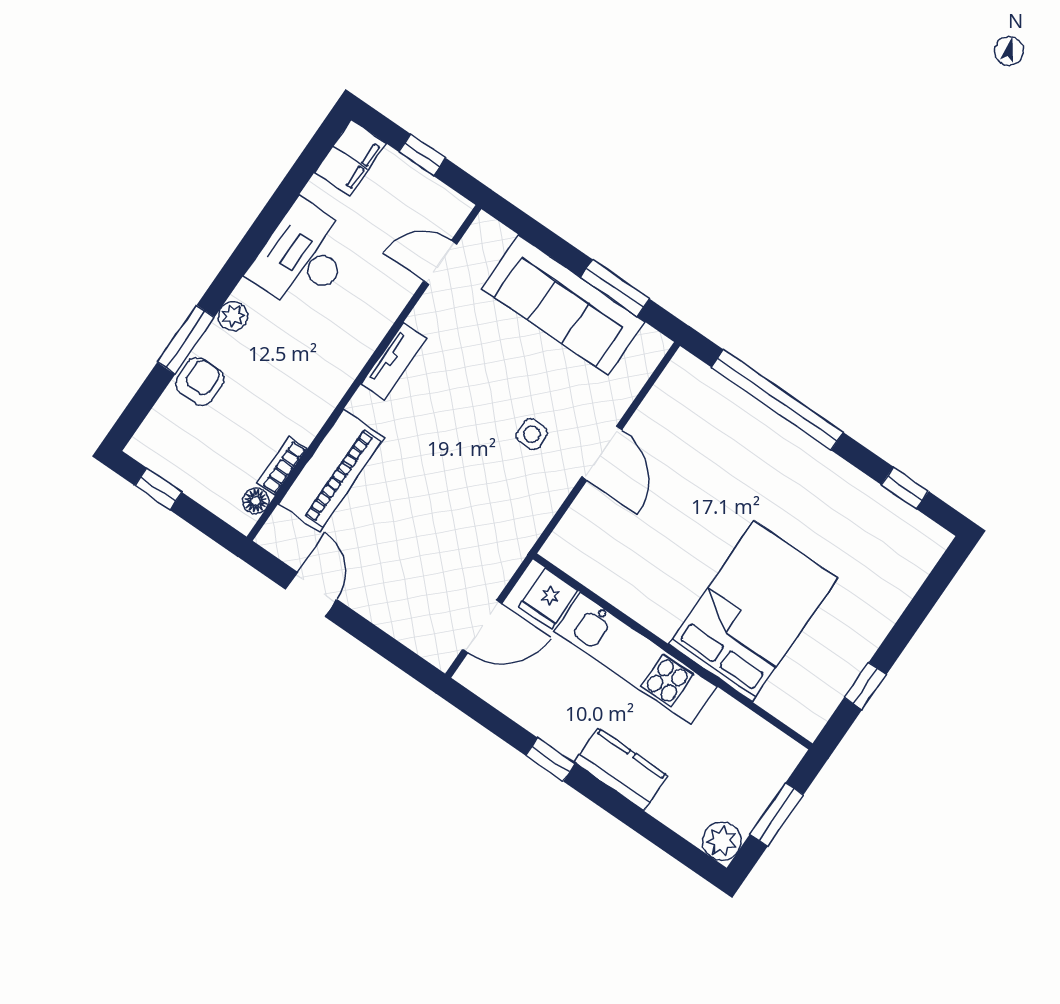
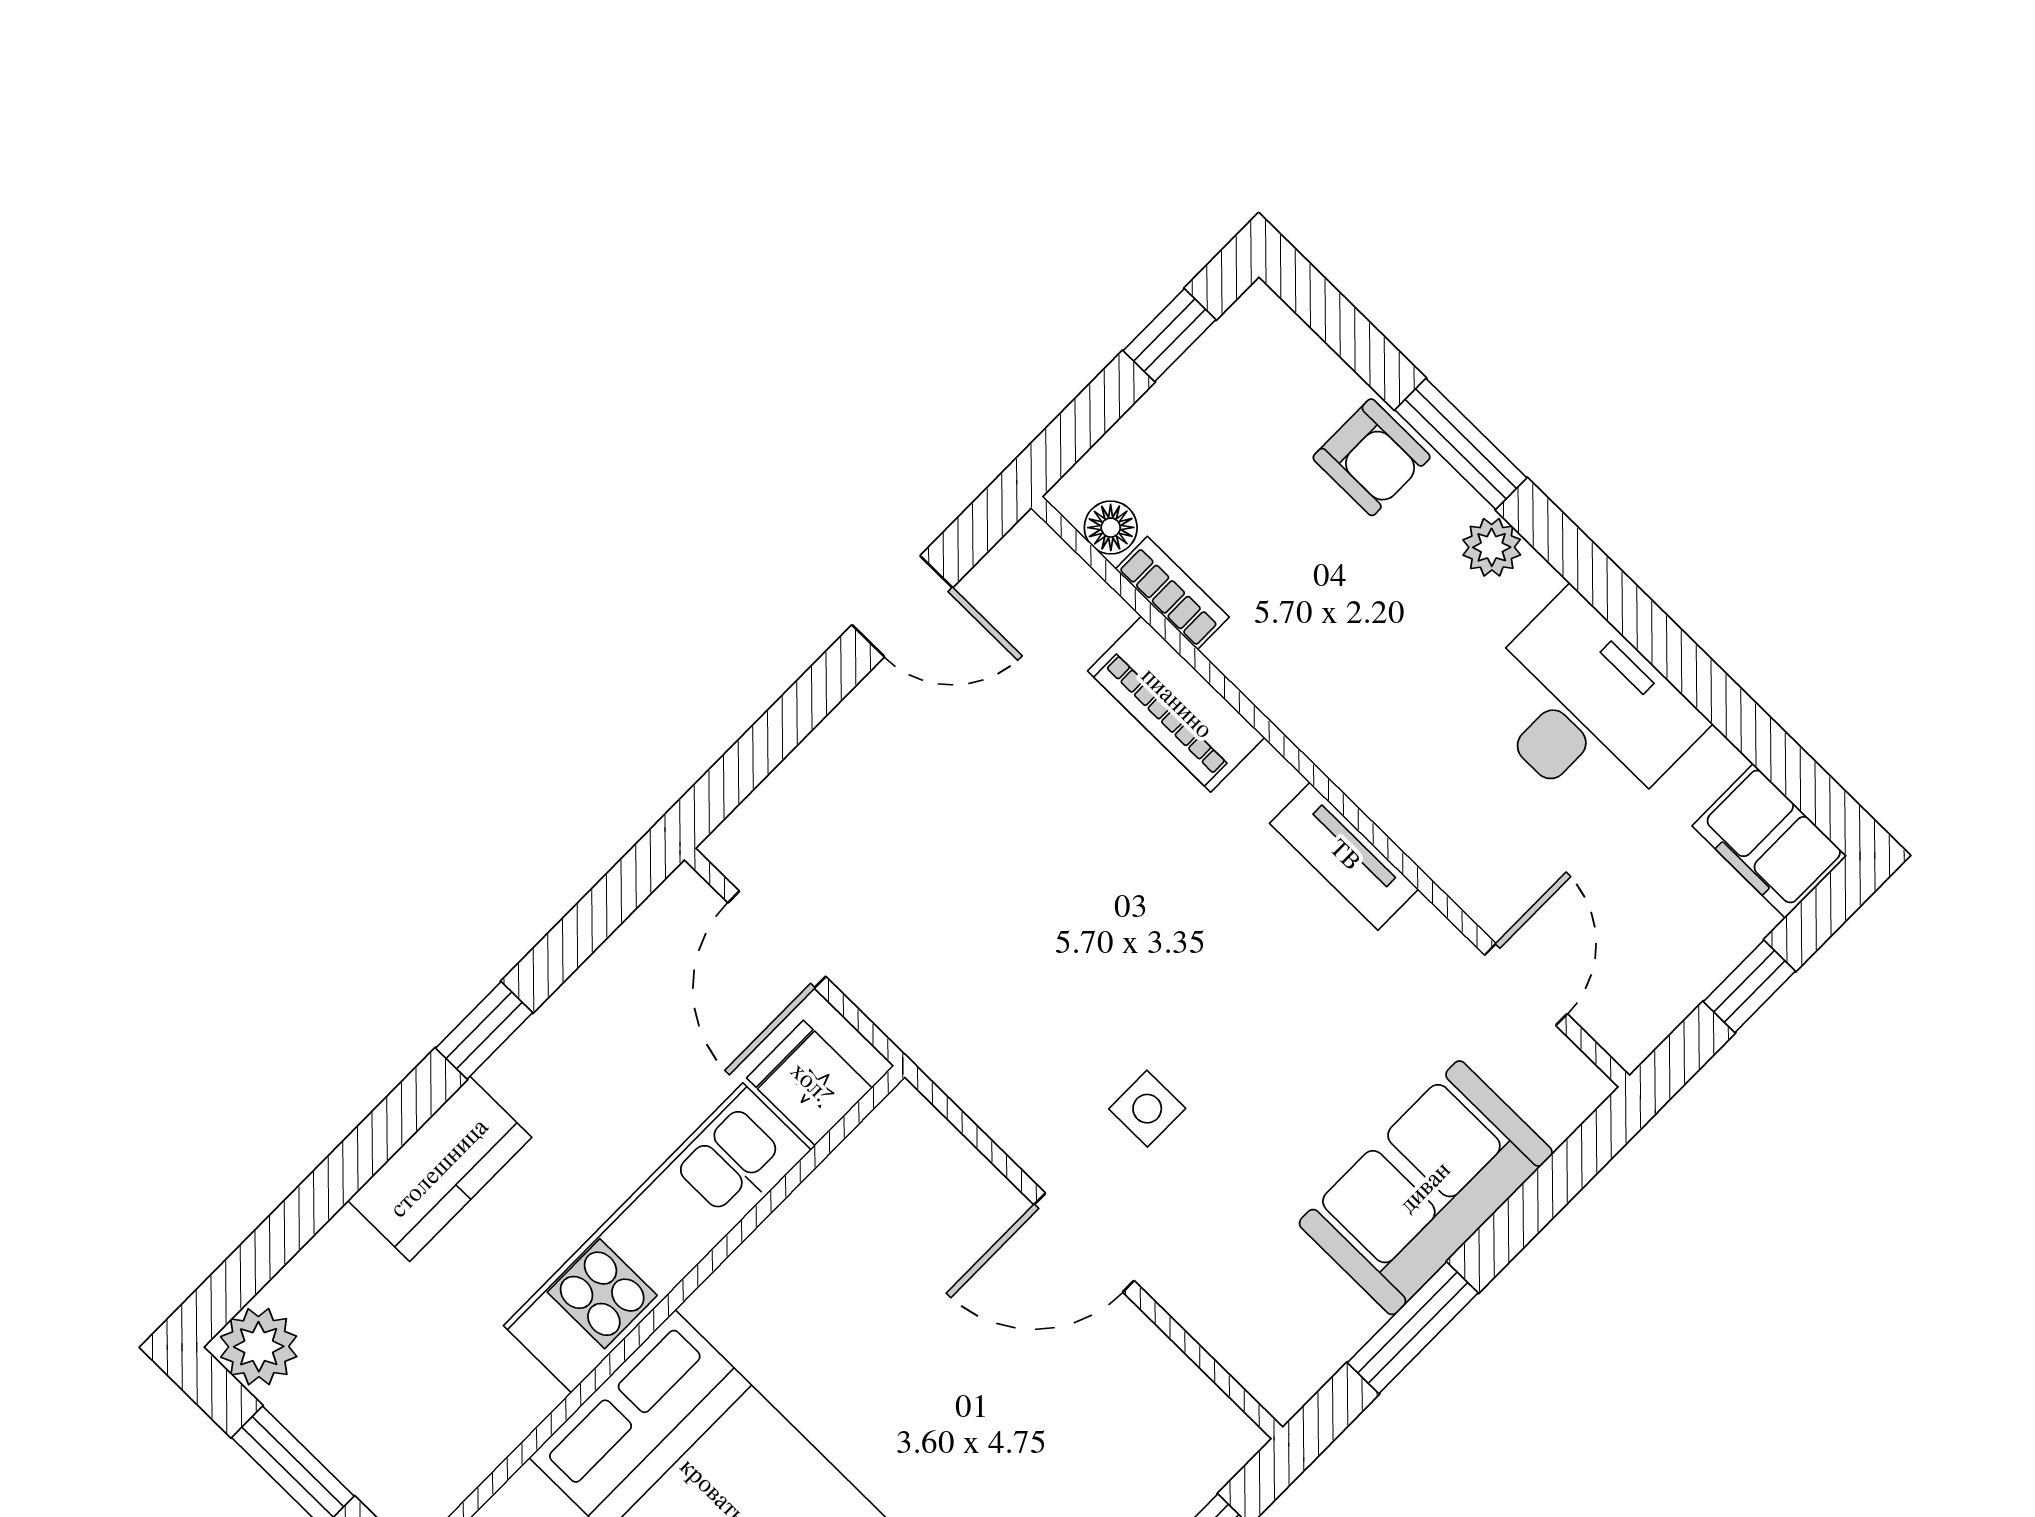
sofa: (563, 305) -> (1426, 1188), width x0.73
piano: (331, 471) -> (1176, 704), width x0.73, depth x0.75

